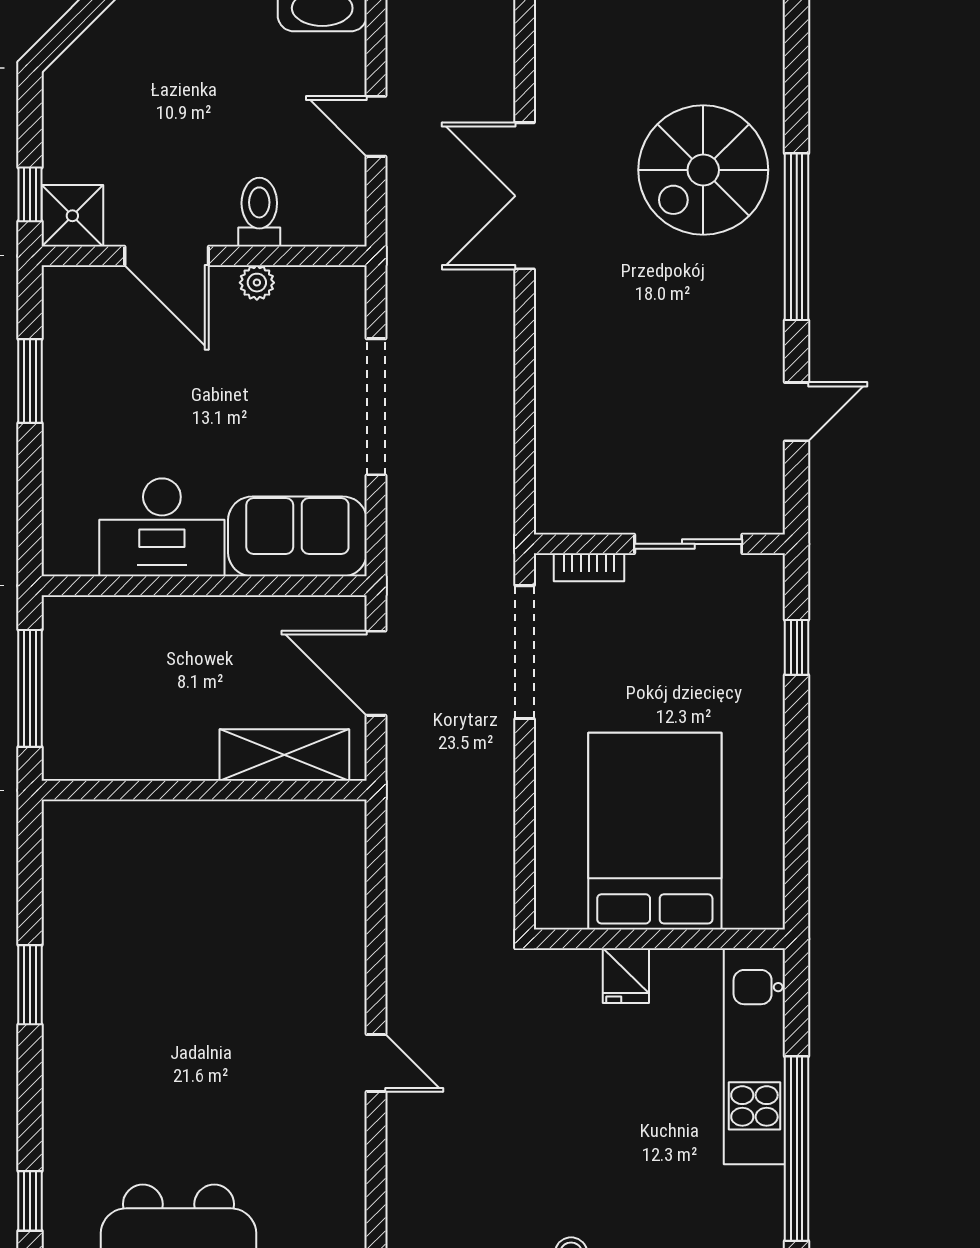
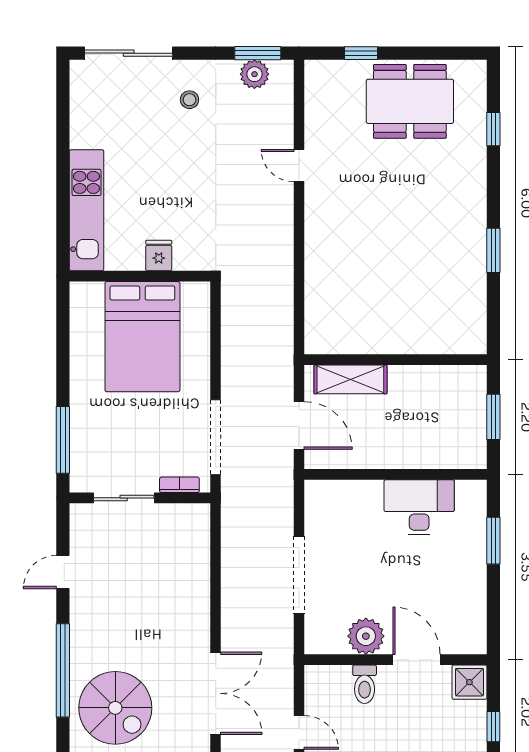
spiral stairs: (703, 170) -> (115, 708), turned 90
window: (30, 194) -> (493, 727), moved
plant: (257, 283) -> (366, 636), width x1.88, depth x1.88
window: (30, 381) -> (493, 541), moved
sofa: (297, 536) -> (343, 502), removed
window: (797, 647) -> (63, 440), width x2.17
window: (30, 688) -> (493, 417), width x0.69
door: (376, 1063) -> (299, 166), moved
window: (797, 1149) -> (63, 158), removed

